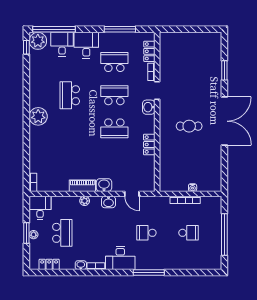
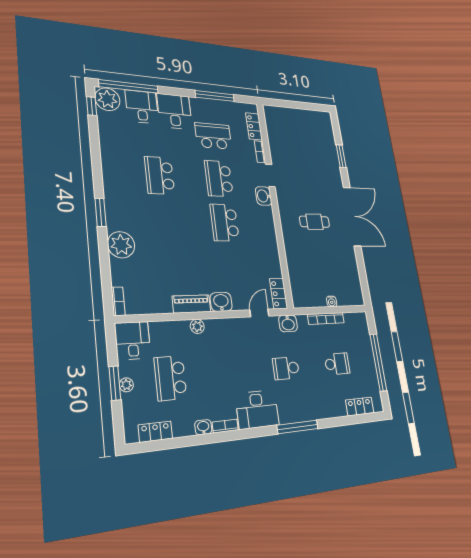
school desk: (114, 95) -> (219, 179), turned -90
plant: (38, 116) -> (121, 245), moved
window: (26, 123) -> (101, 212), added
school desk: (114, 128) -> (225, 223), turned 90
locker: (149, 145) -> (279, 294), moved
door: (132, 194) -> (259, 313), swing flipped
washbasin: (109, 202) -> (288, 323), moved
school desk: (62, 233) -> (170, 378), turned 180
locker: (201, 264) -> (360, 406), added

